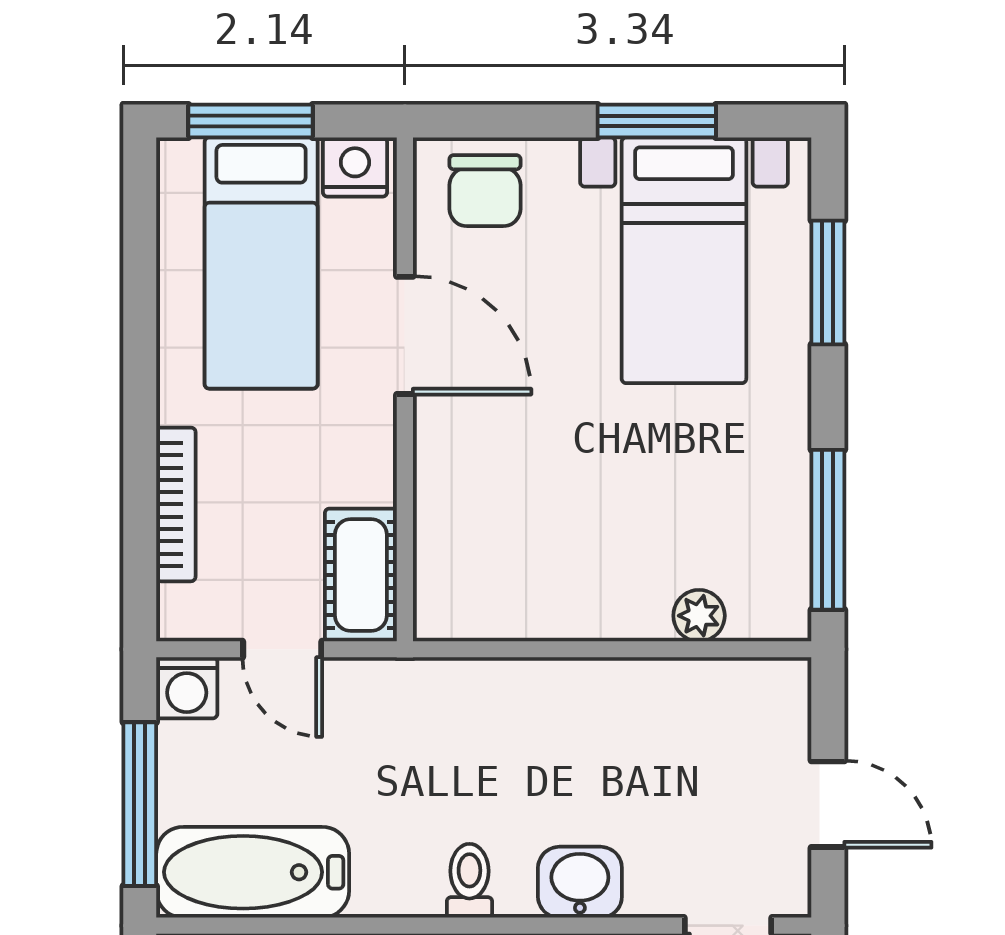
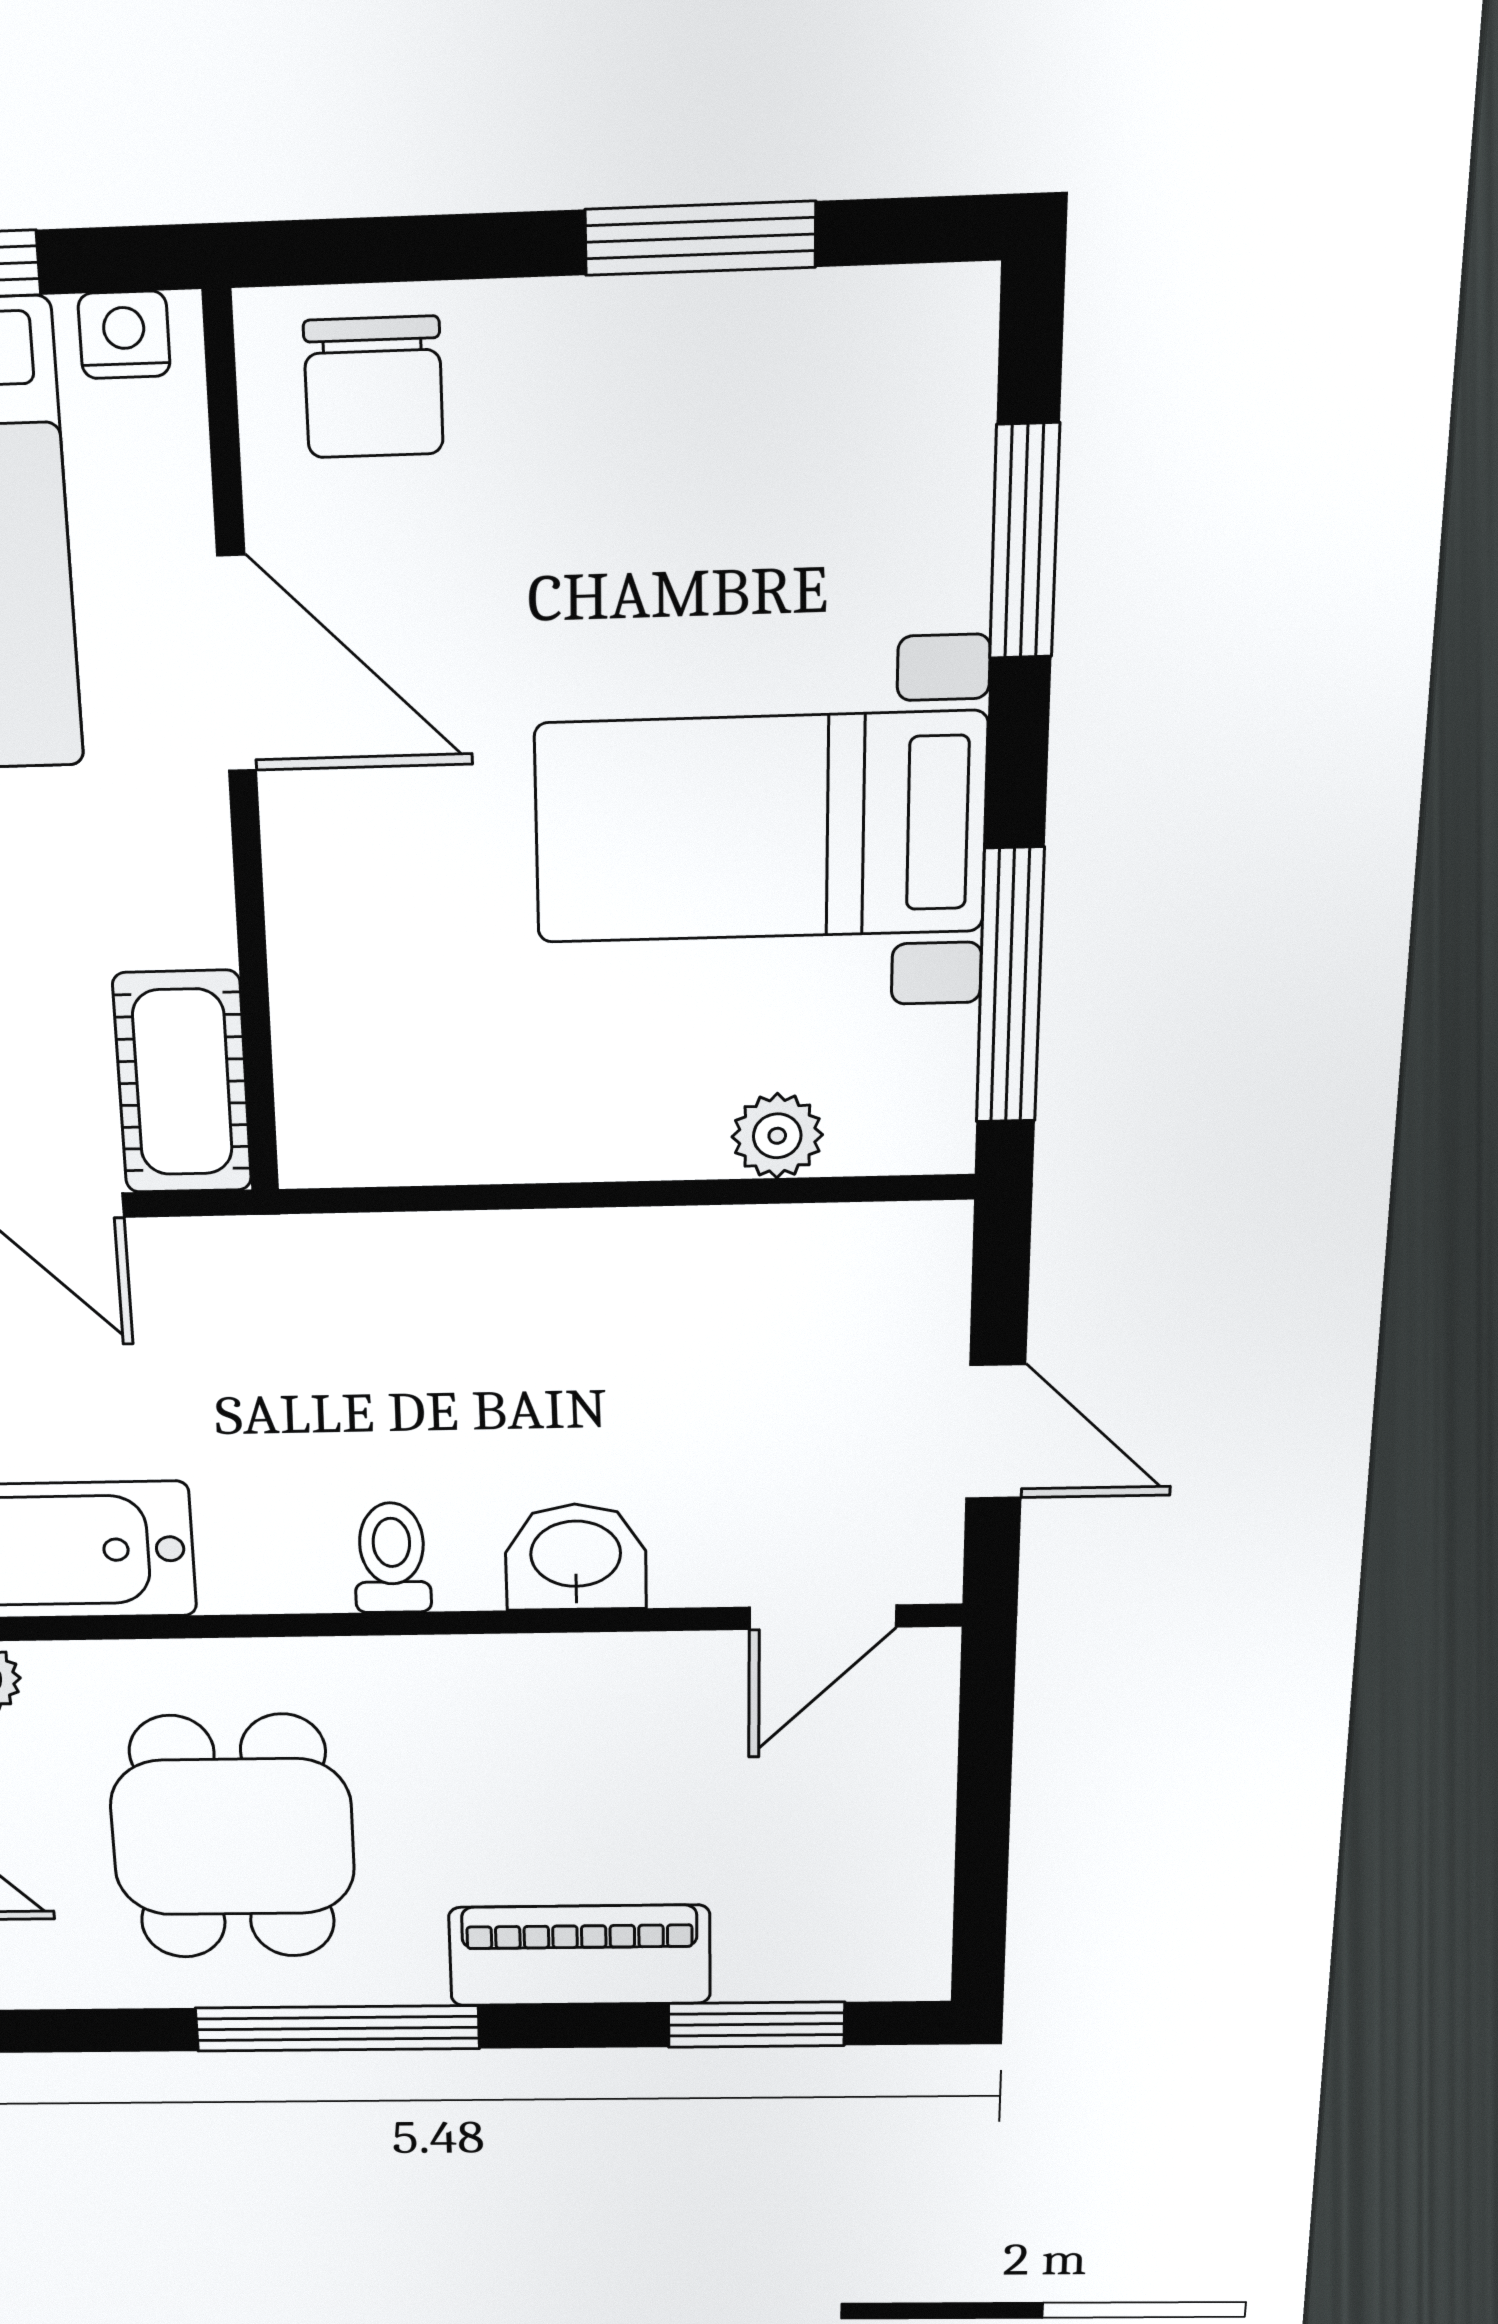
nightstand: (355, 167) -> (124, 335), width x0.72, depth x0.74
bed with nightstands: (684, 260) -> (760, 828), moved, turned 90

